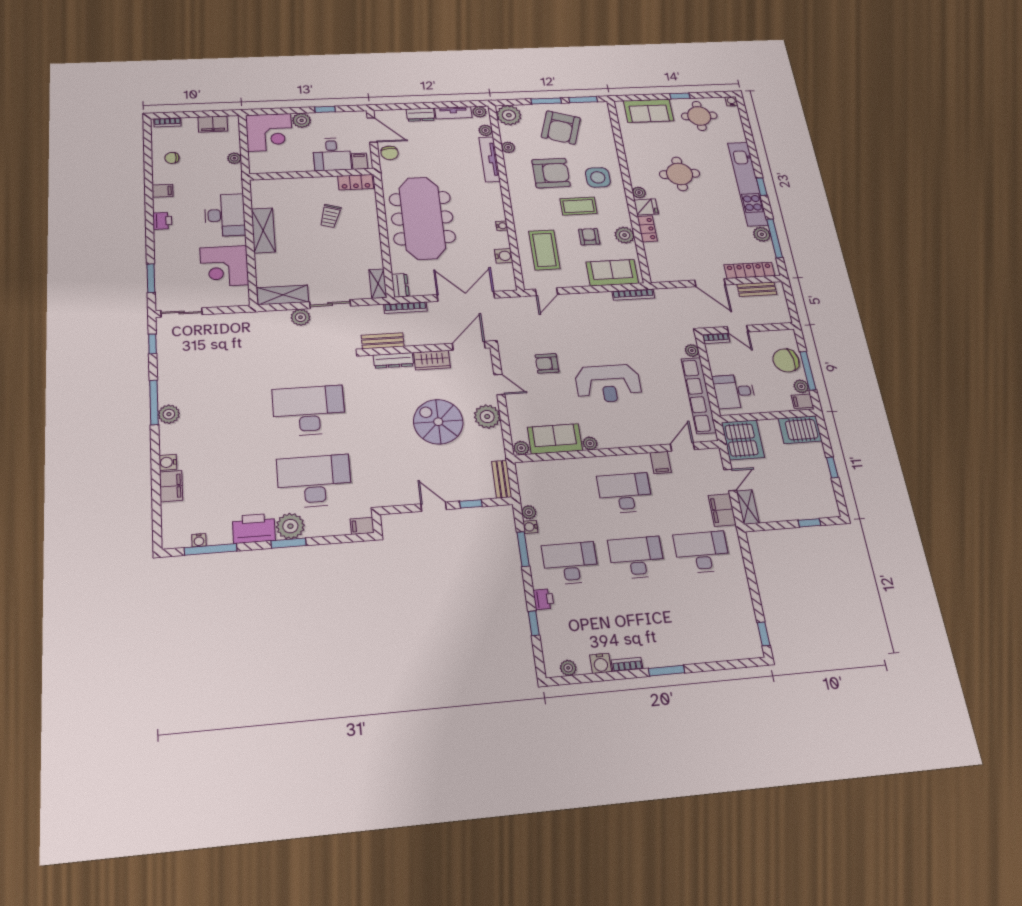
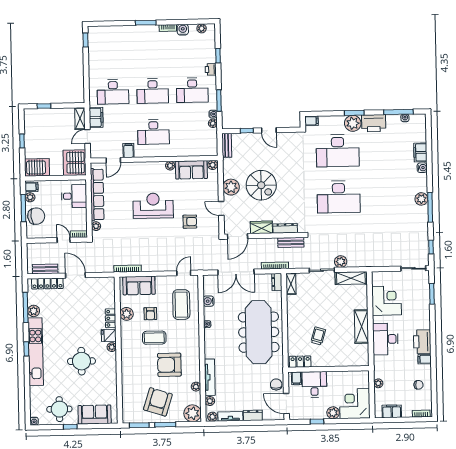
side table: (598, 177) -> (138, 360), removed
printer: (162, 221) -> (422, 342), width x1.87, depth x1.48

